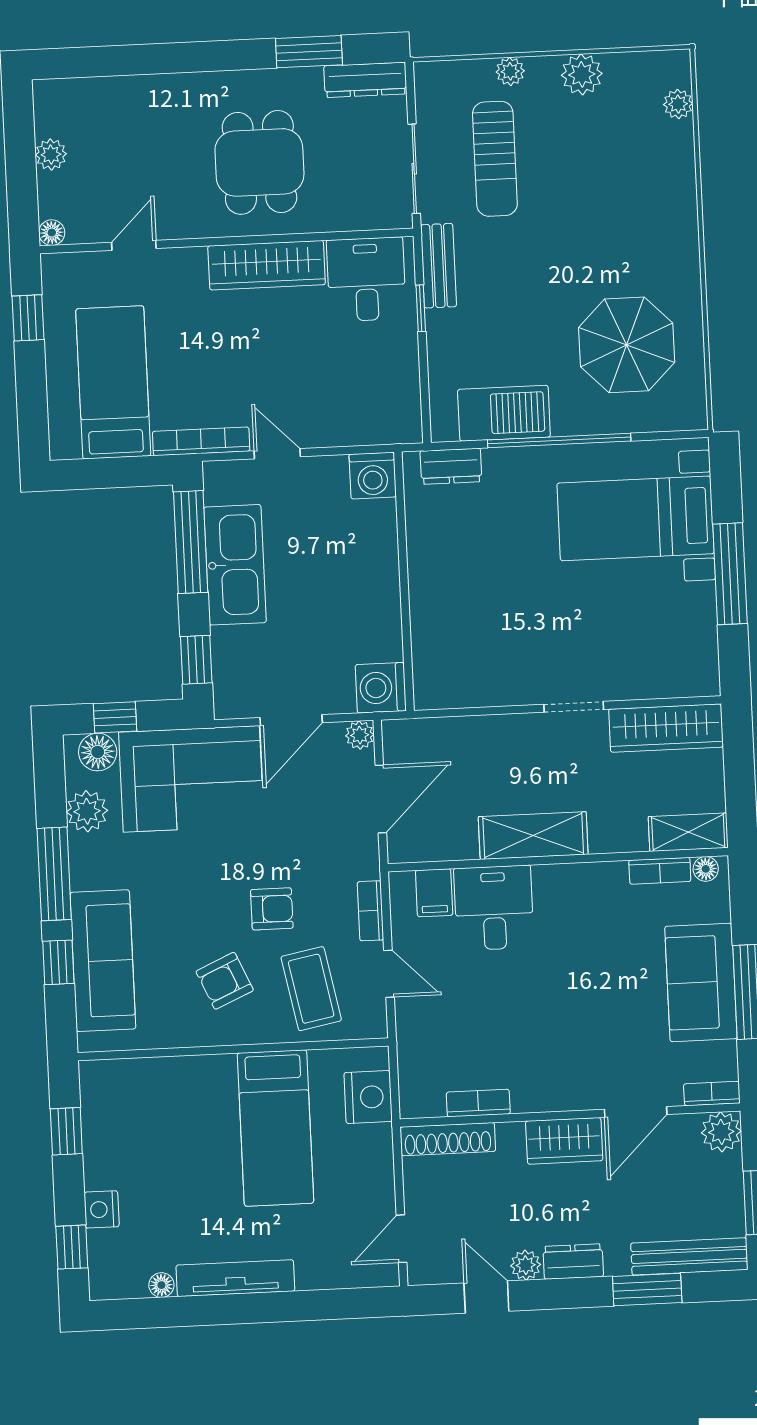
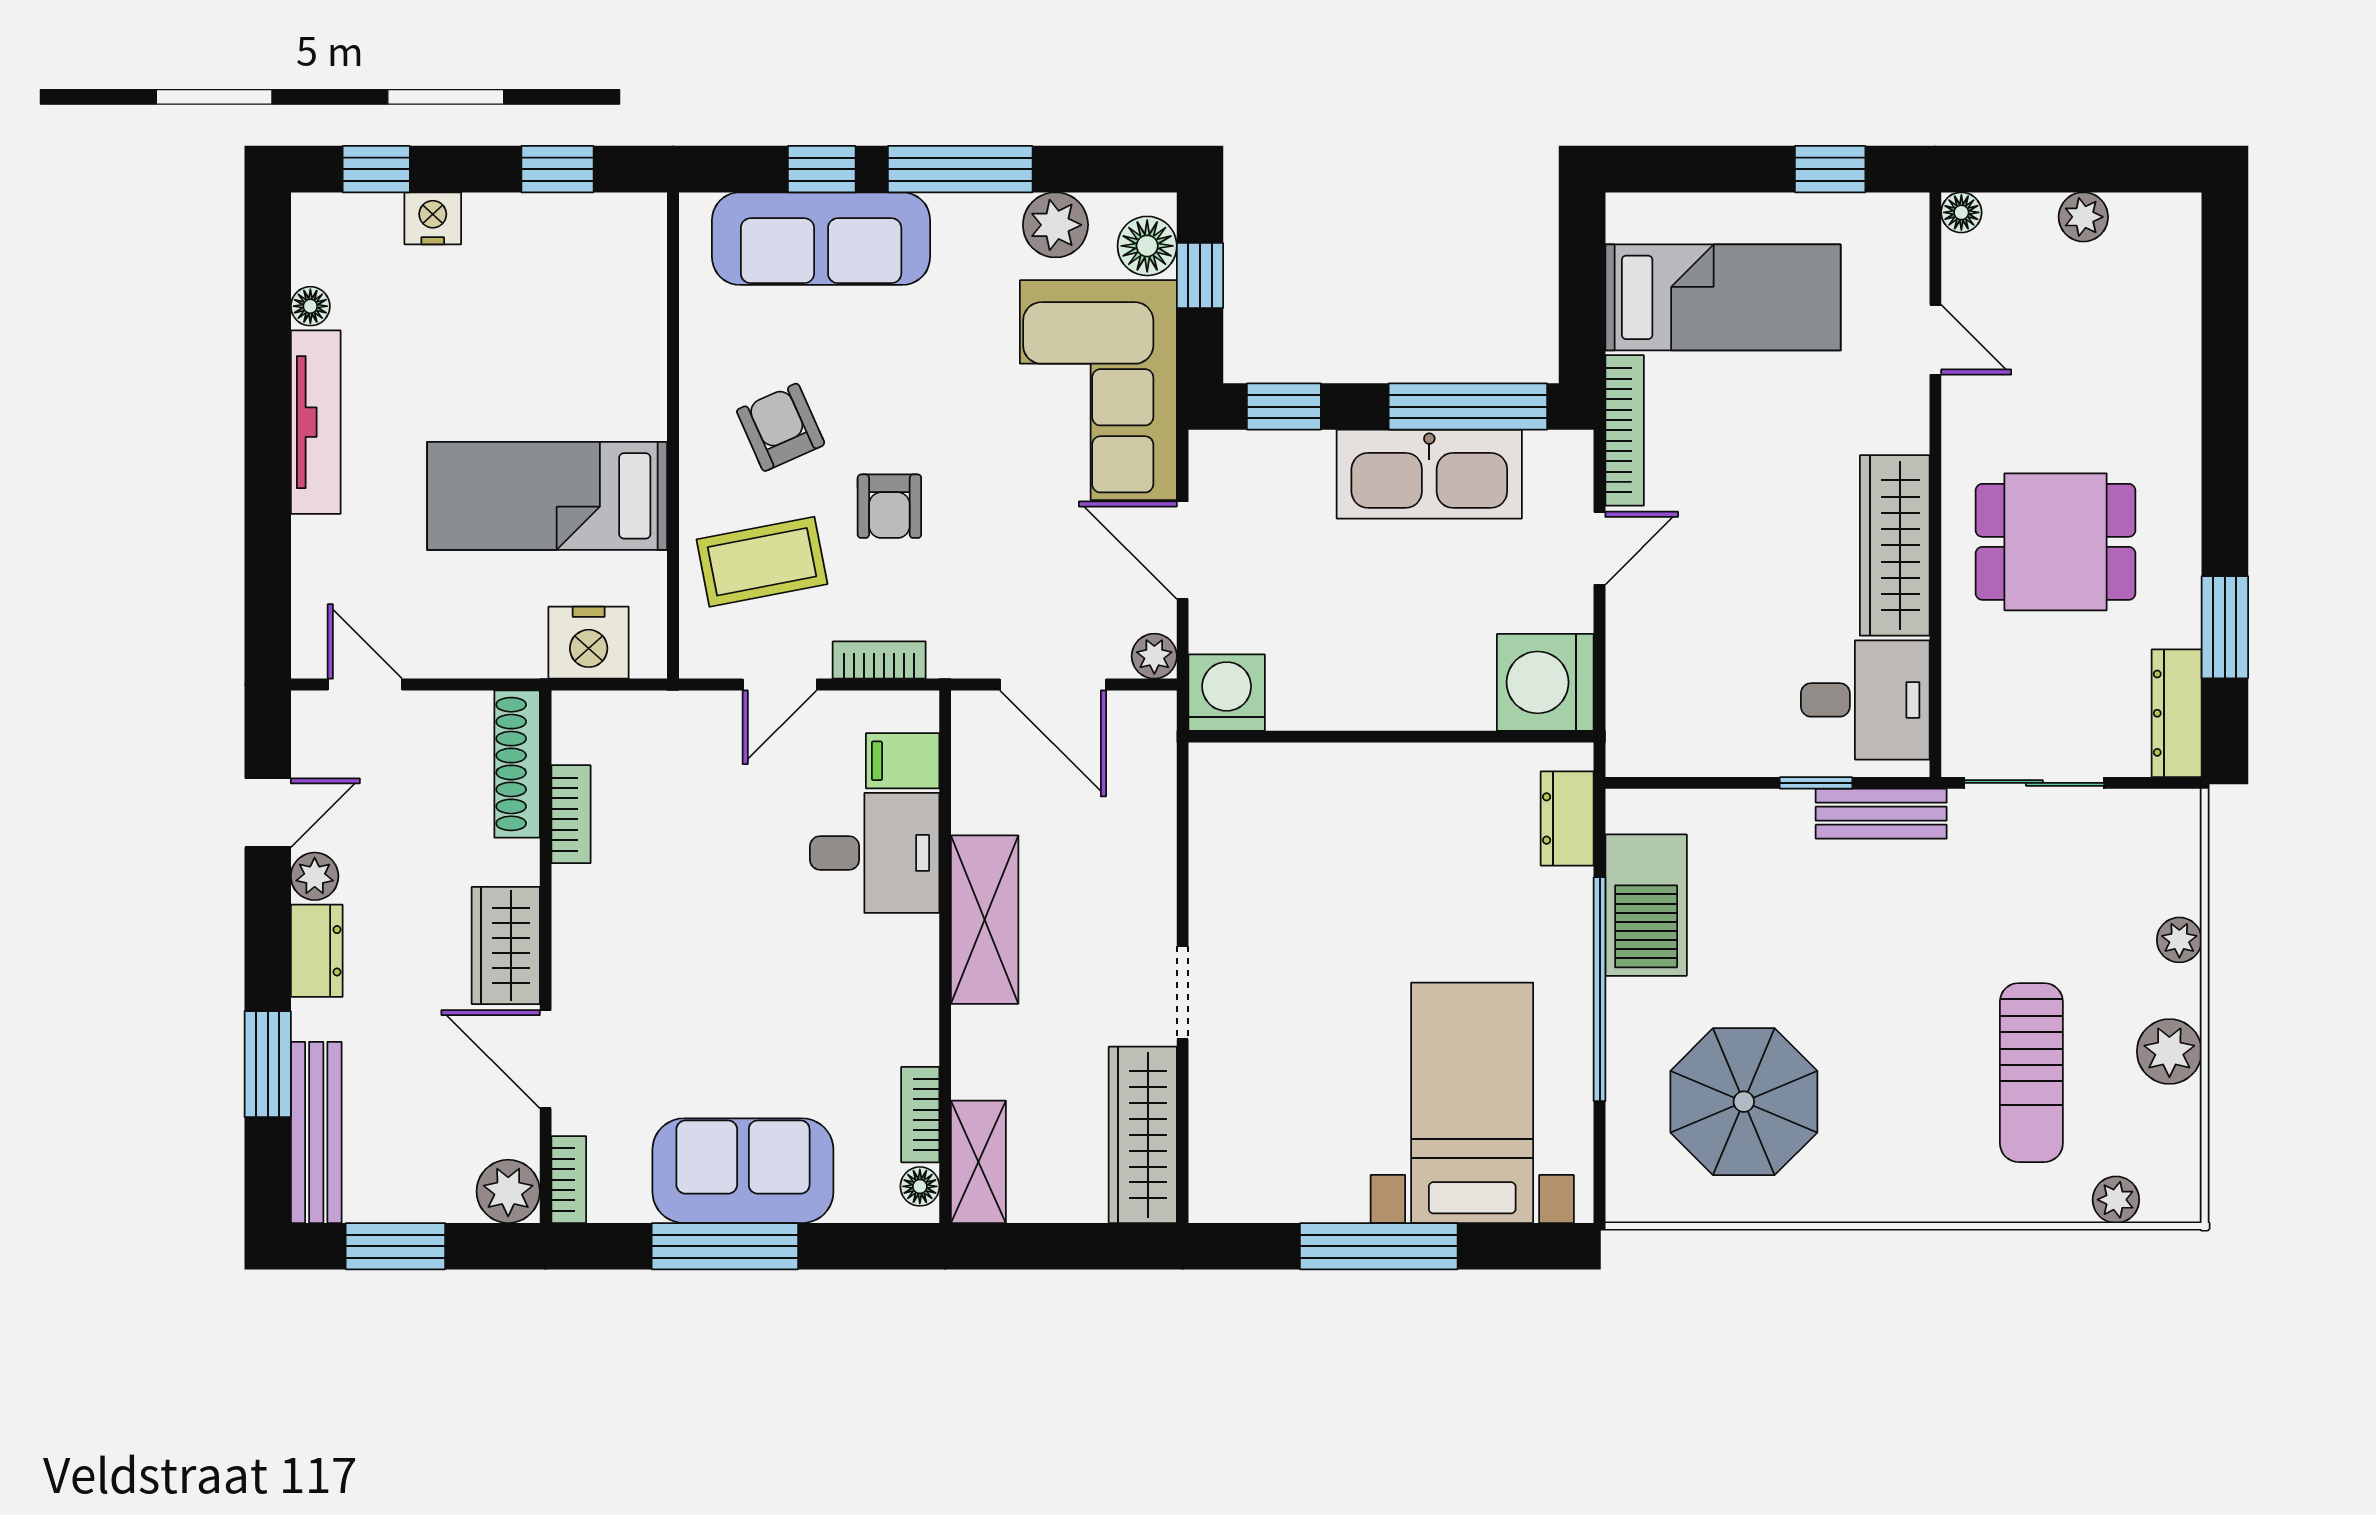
sun lounger: (495, 159) -> (2031, 1073), moved, turned -90
washing machine: (373, 476) -> (1545, 682), width x1.37, depth x1.37

